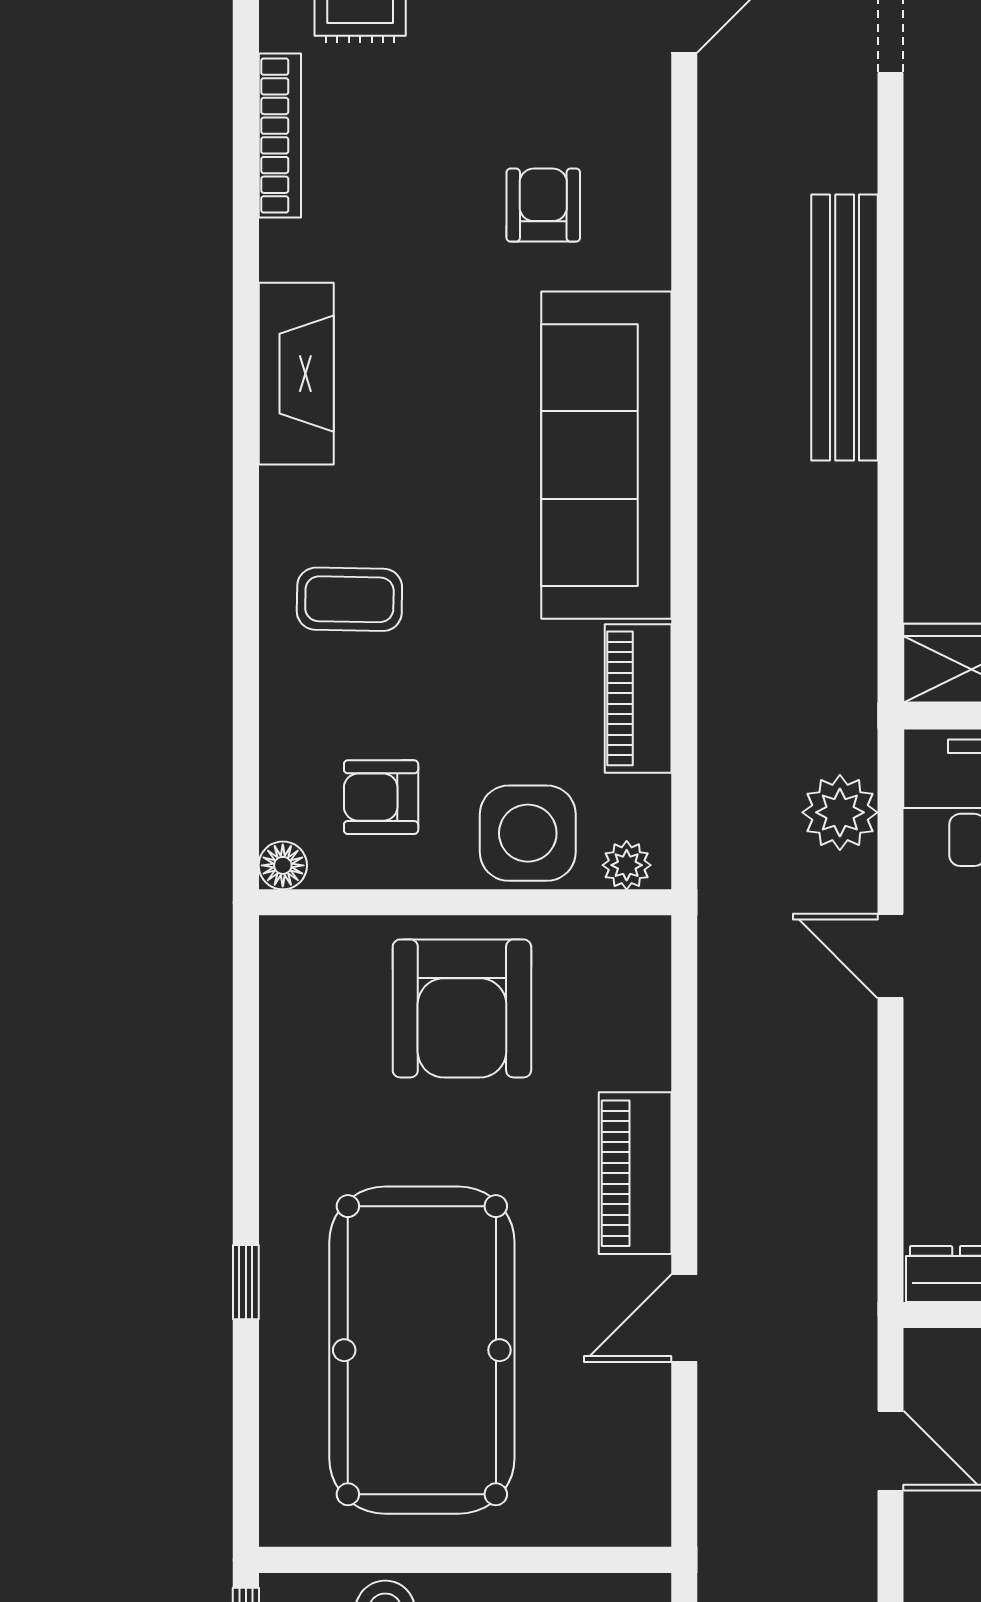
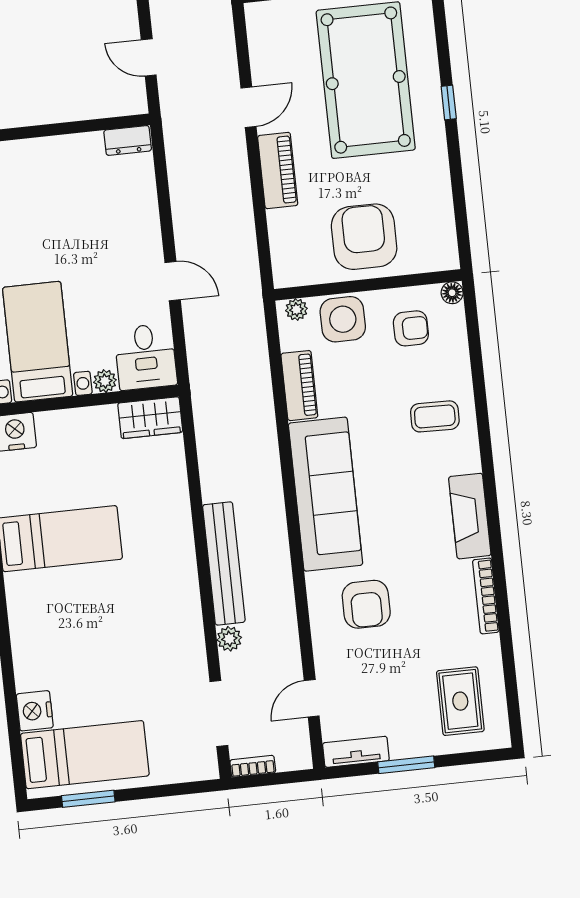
bookcase: (280, 136) -> (486, 596), moved
armchair: (543, 205) -> (366, 604), width x1.38, depth x1.38
plant: (840, 812) -> (229, 639), moved, width x0.73, depth x0.73

